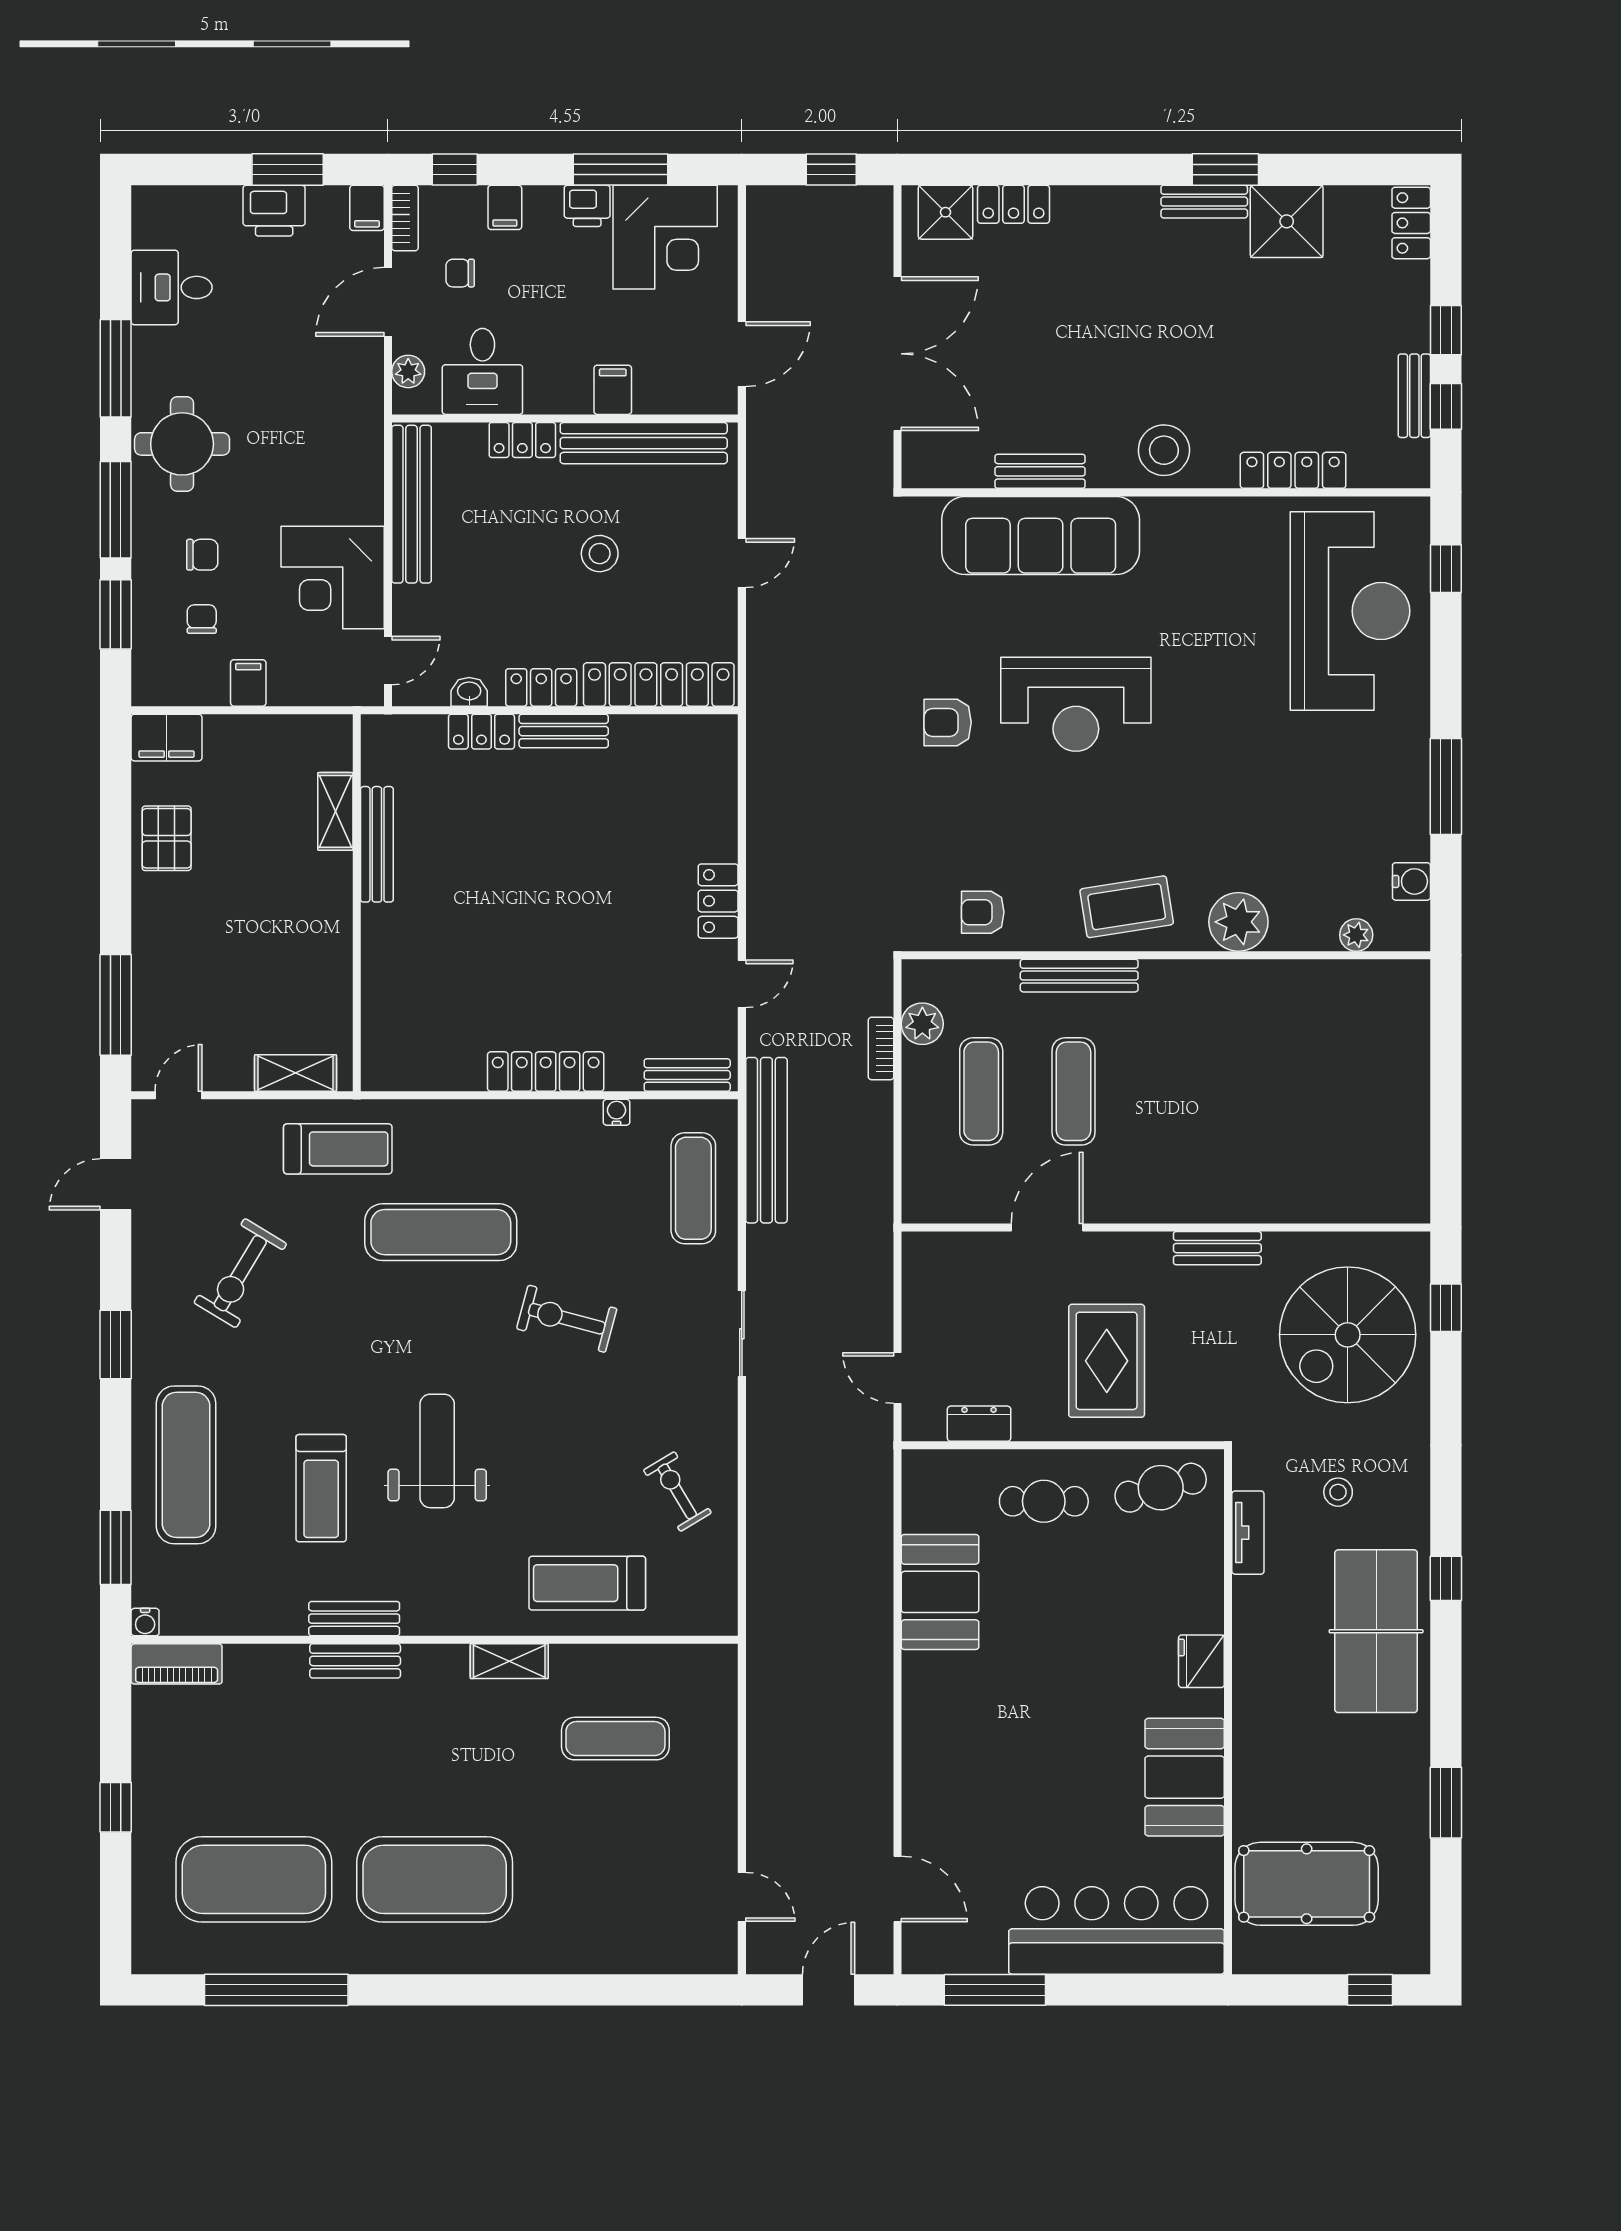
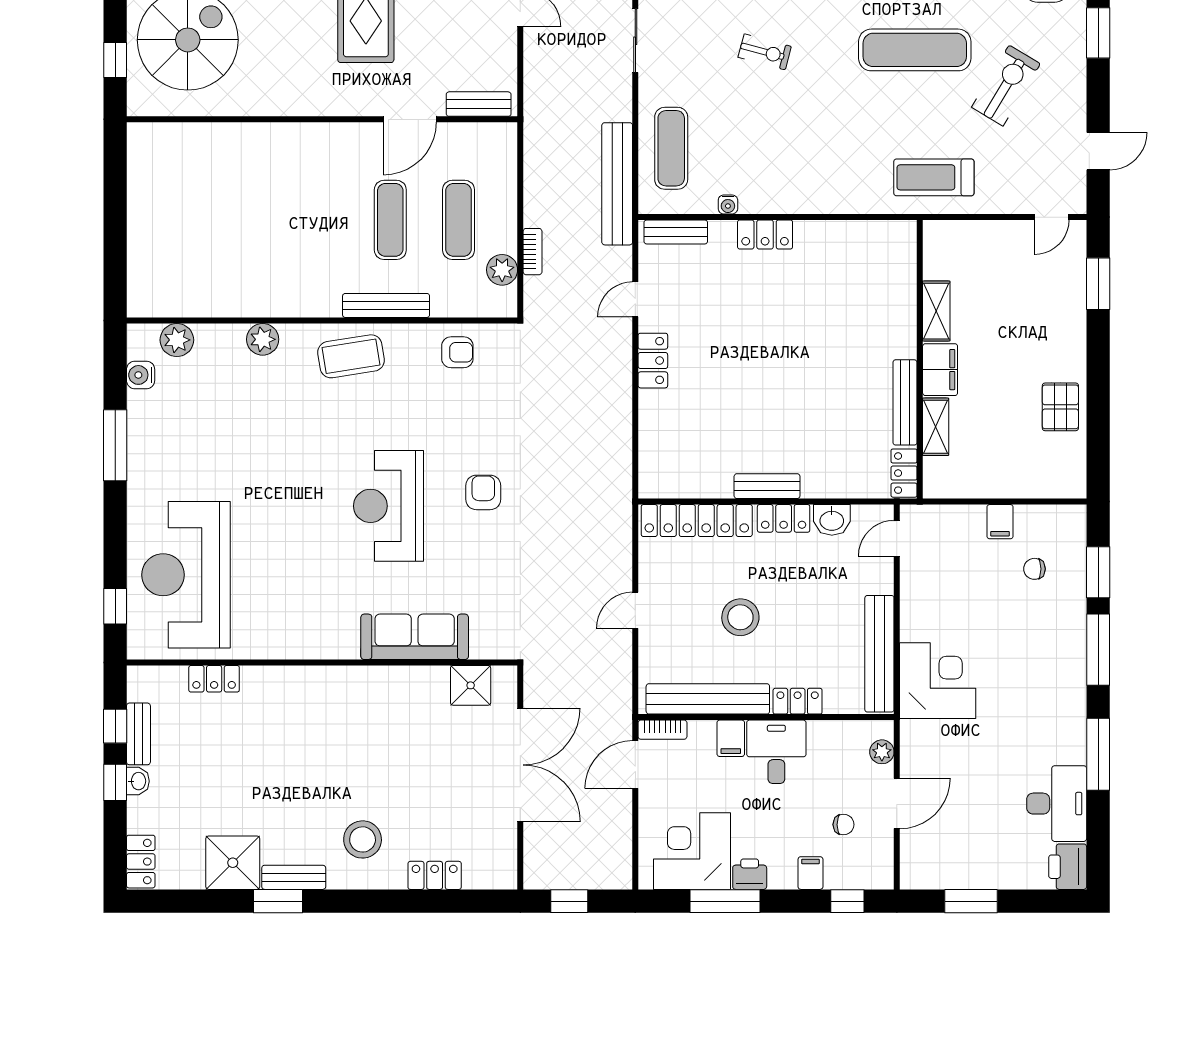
filing cabinet: (367, 208) -> (912, 873), removed
printer: (274, 211) -> (1068, 867), moved, turned -90
shower: (945, 212) -> (471, 685), moved
bookcase: (405, 218) -> (662, 730), moved, turned -90
desk: (172, 287) -> (1057, 804), width x1.37
washbasin: (1415, 332) -> (138, 781), added
double door: (897, 354) -> (520, 765), swing flipped
desk: (482, 371) -> (776, 752), moved
round table: (182, 444) -> (1049, 698), removed
stool: (1164, 450) -> (363, 839), moved
locker: (1293, 470) -> (214, 679), width x0.66
bench: (1040, 471) -> (415, 678), removed
sofa: (1041, 535) -> (415, 637), width x0.74, depth x0.79
stool: (600, 554) -> (740, 617), width x1.38, depth x1.38
chair: (202, 555) -> (1034, 616), removed
corner desk: (333, 578) -> (938, 681), moved
chair: (202, 619) -> (1034, 569), turned 90
washbasin: (469, 692) -> (832, 520), width x1.38, depth x1.45
reception desk: (1076, 704) -> (389, 506), turned -90
armchair: (948, 722) -> (483, 492), turned -90
locker: (481, 732) -> (904, 473), moved, turned -90
filing cabinet: (167, 738) -> (940, 370), moved, turned 90
plant: (1238, 922) -> (263, 339), width x0.73, depth x0.73
plant: (1356, 935) -> (177, 340), width x1.38, depth x1.38
window: (116, 1005) -> (1098, 284), width x0.69
locker: (546, 1072) -> (765, 235), width x0.66
shelving: (296, 1073) -> (936, 311), moved, turned 90
exercise mat: (441, 1232) -> (915, 50), moved
bench: (1217, 1248) -> (479, 104), moved
exercise bike: (567, 1319) -> (765, 52), width x0.73, depth x0.72

